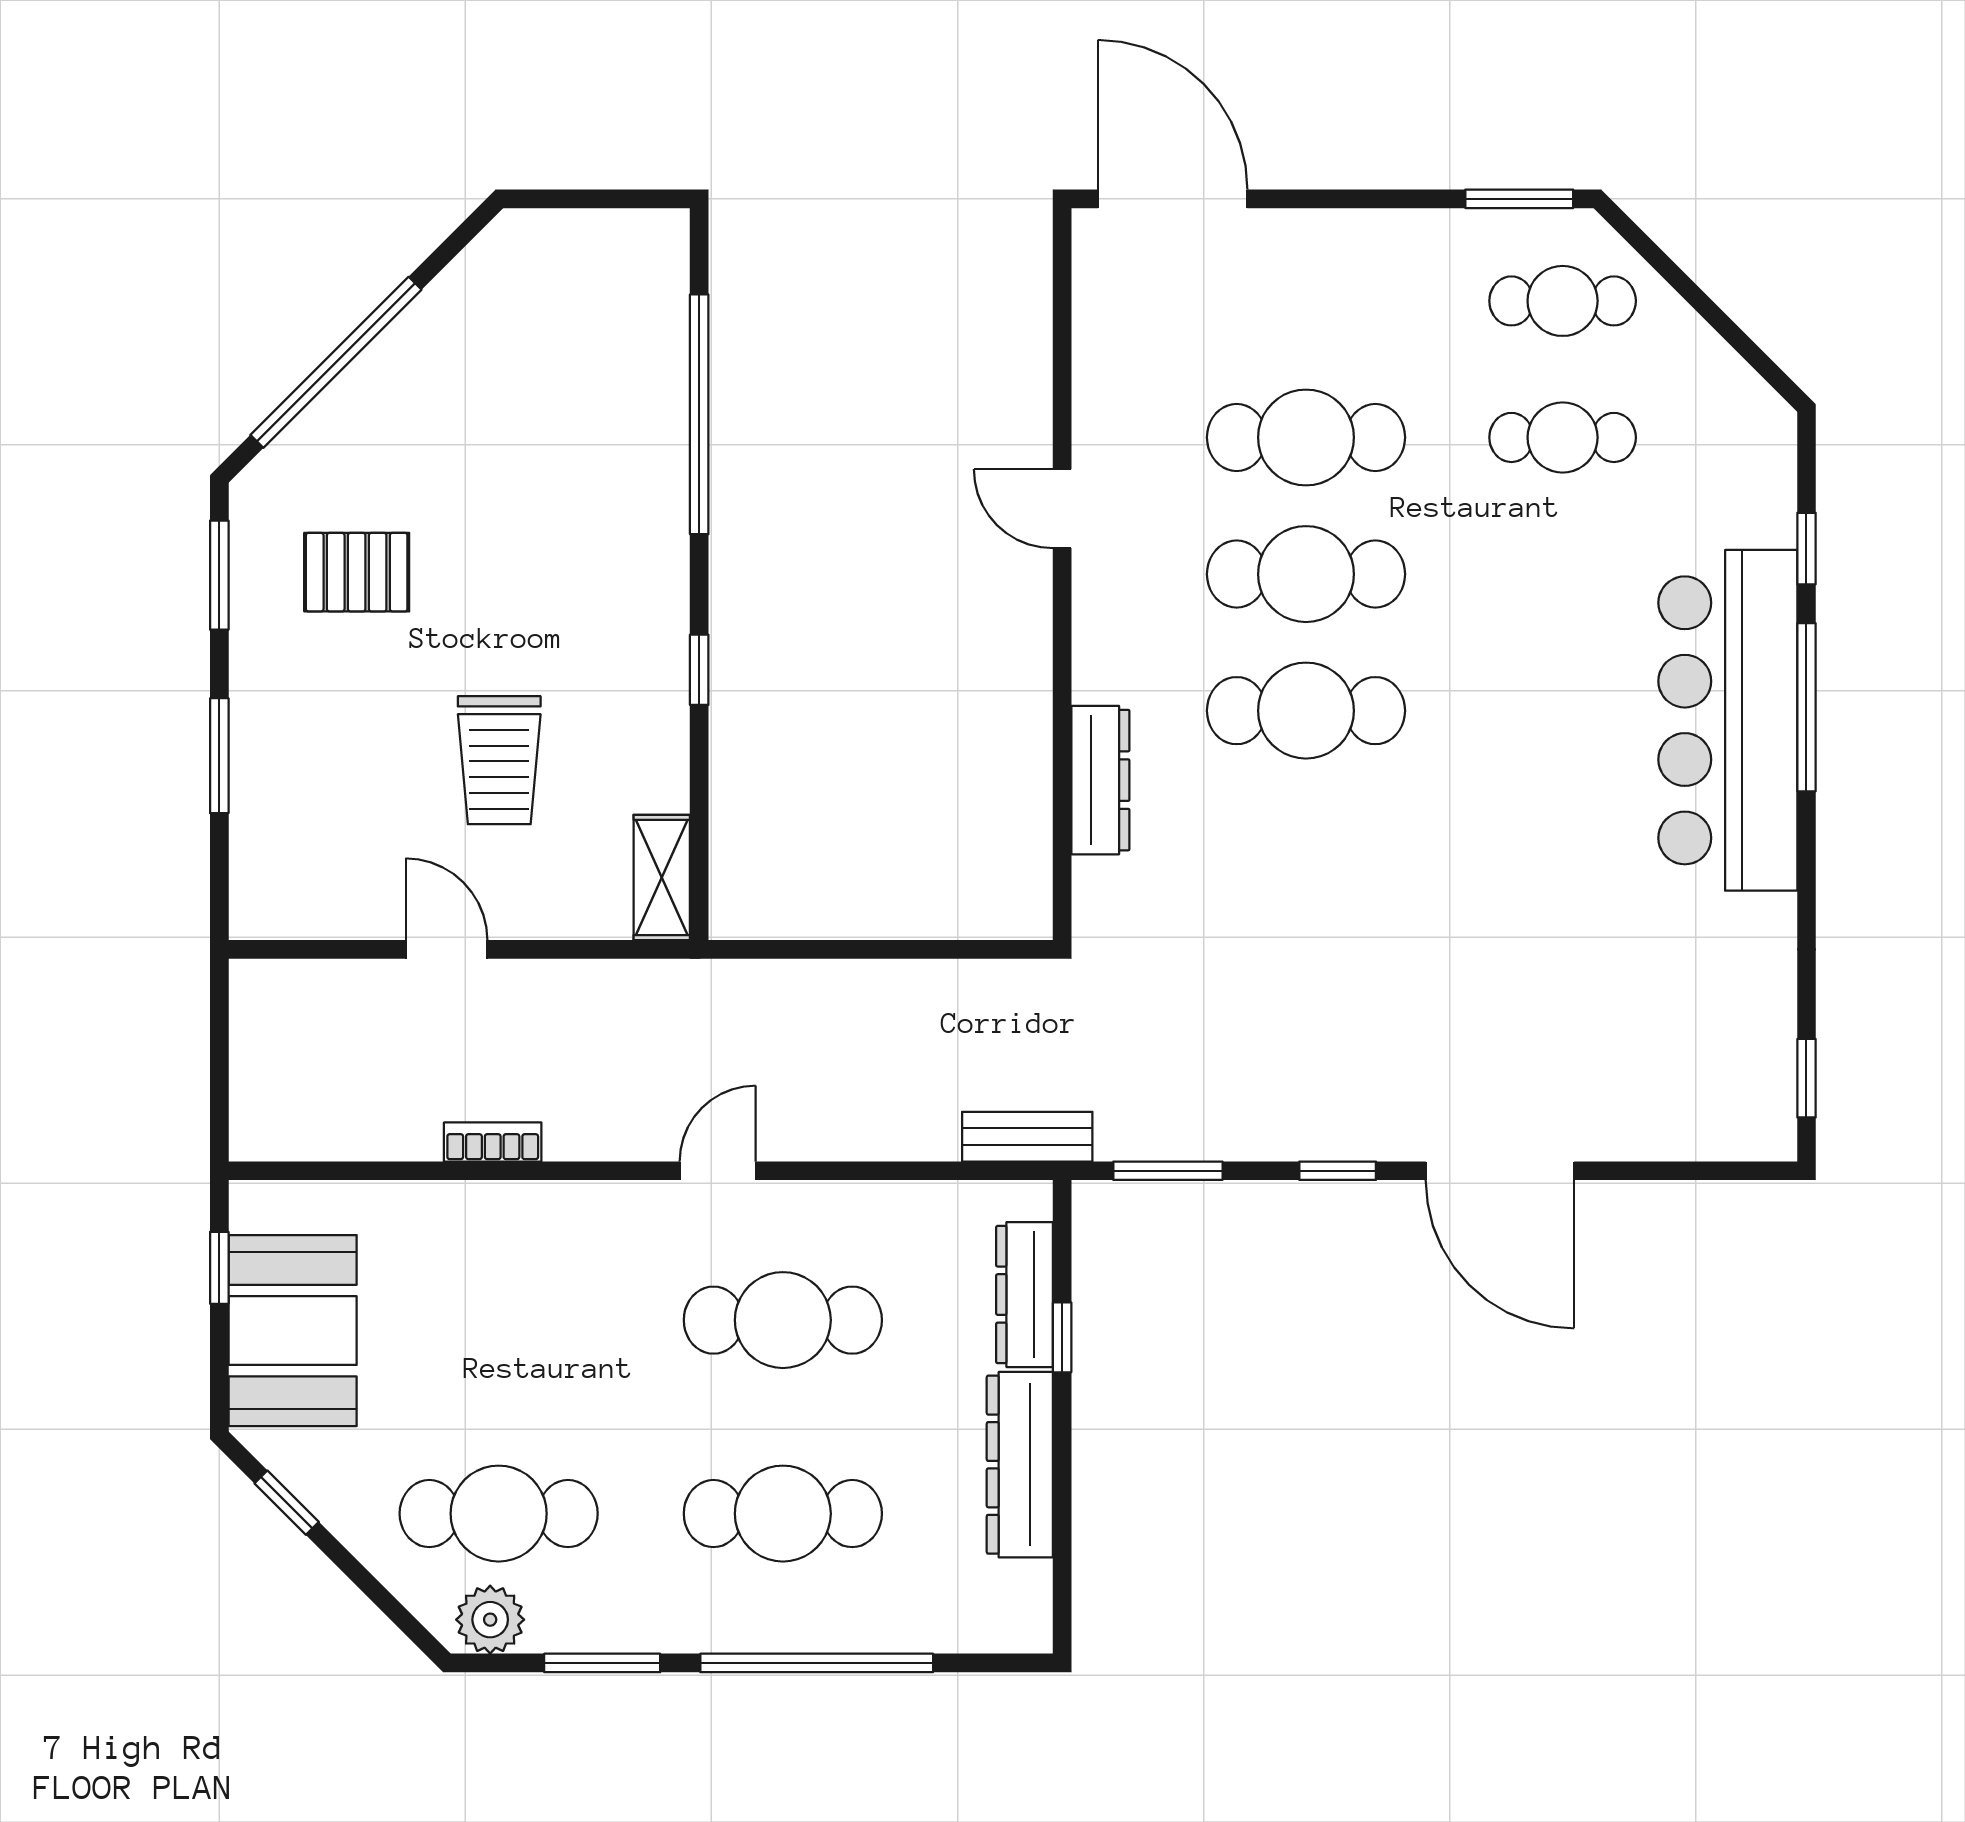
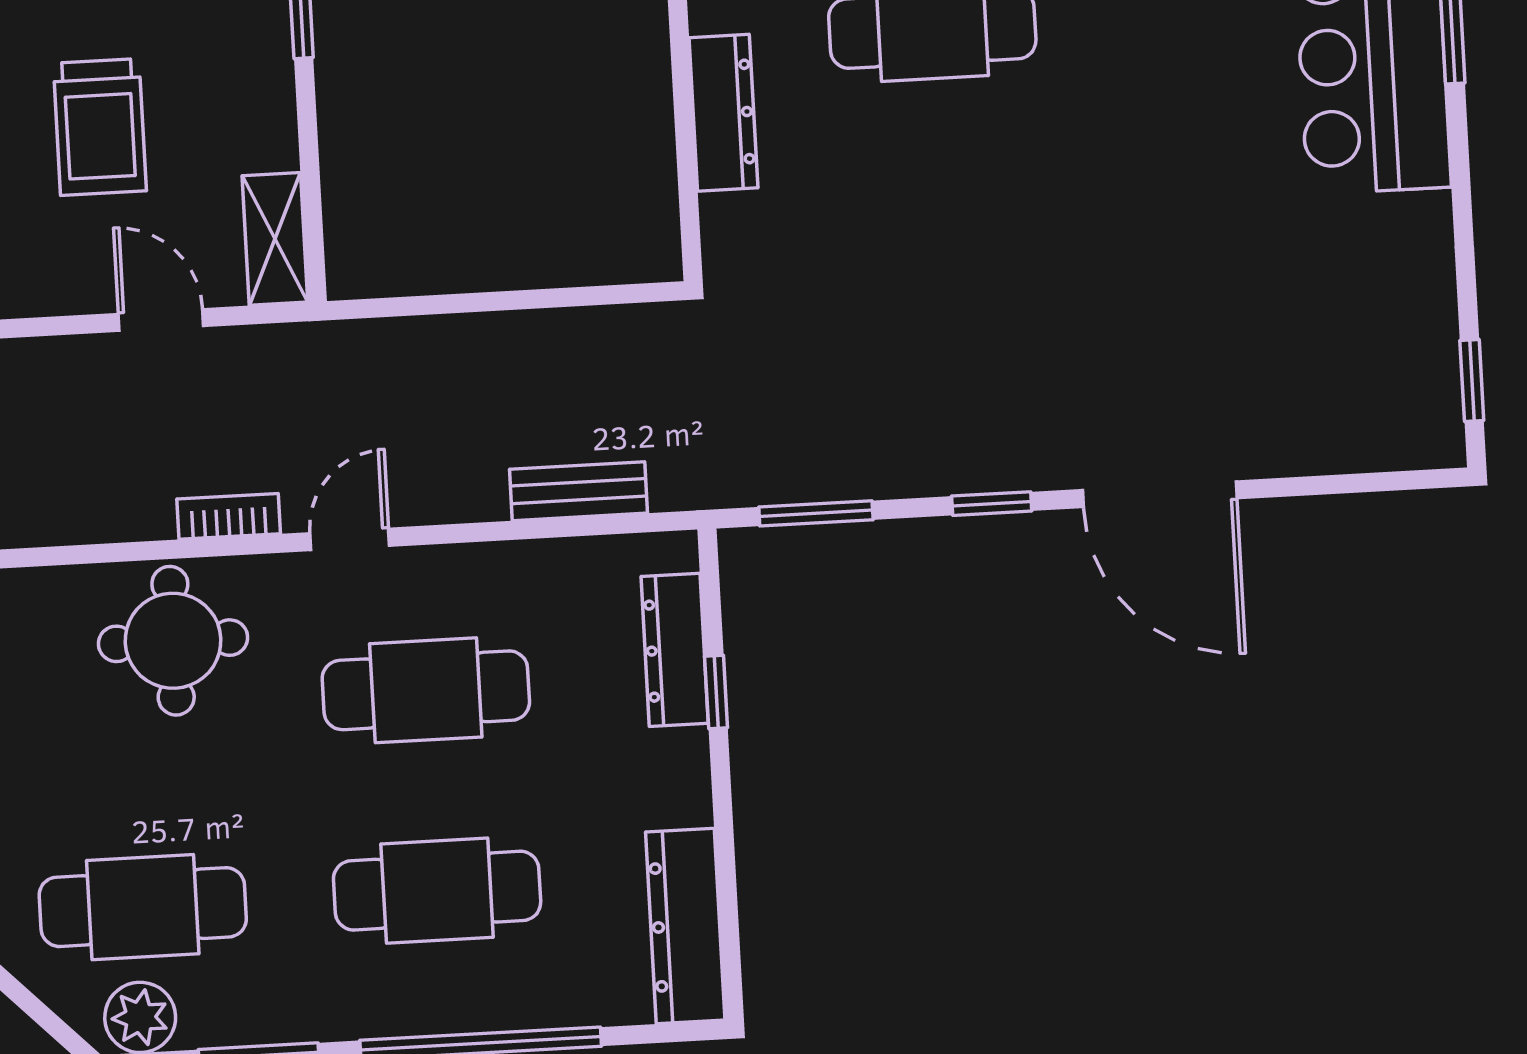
door: (446, 949) -> (161, 320), moved
bench: (1027, 1137) -> (578, 491), moved
bookcase: (493, 1142) -> (229, 516), moved
round table: (542, 1259) -> (173, 641), added
dresser: (1020, 1465) -> (685, 926), moved

